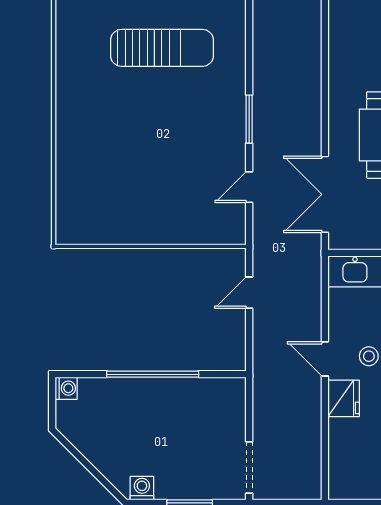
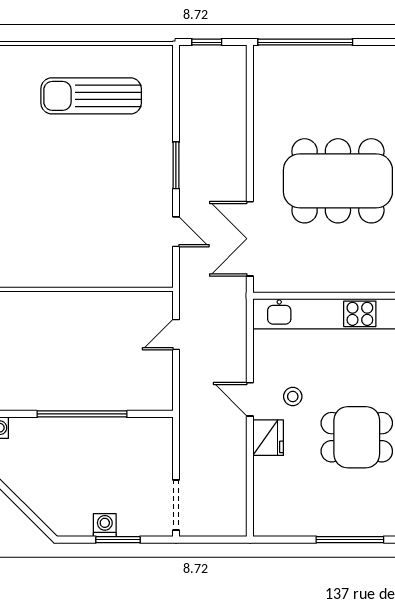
sun lounger: (162, 48) -> (91, 96), turned 180
door: (249, 187) -> (176, 232), swing flipped
washing machine: (142, 488) -> (105, 525), moved

